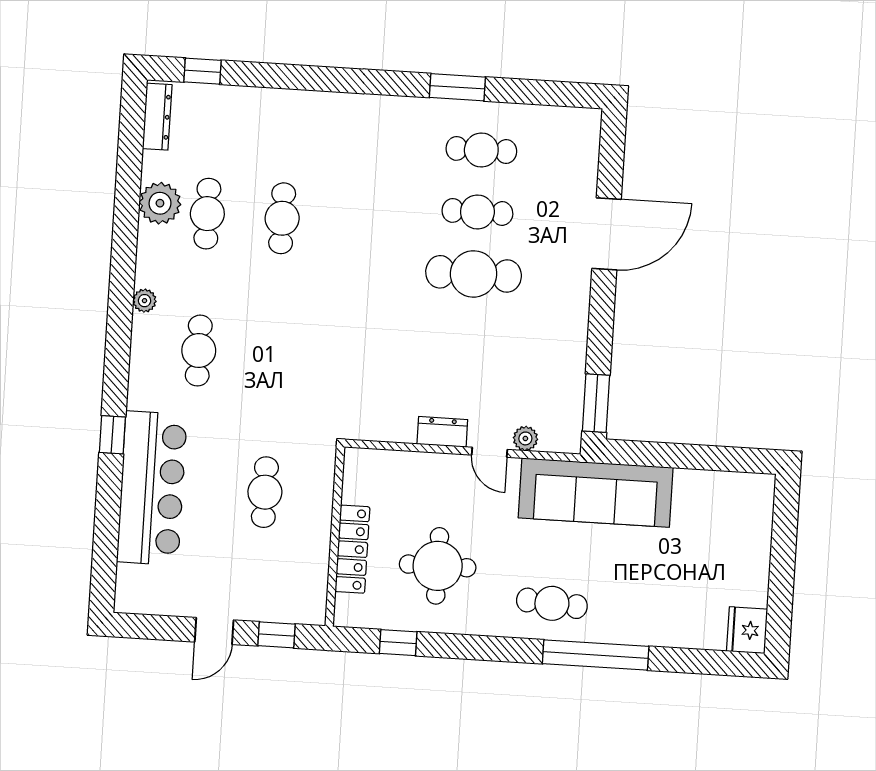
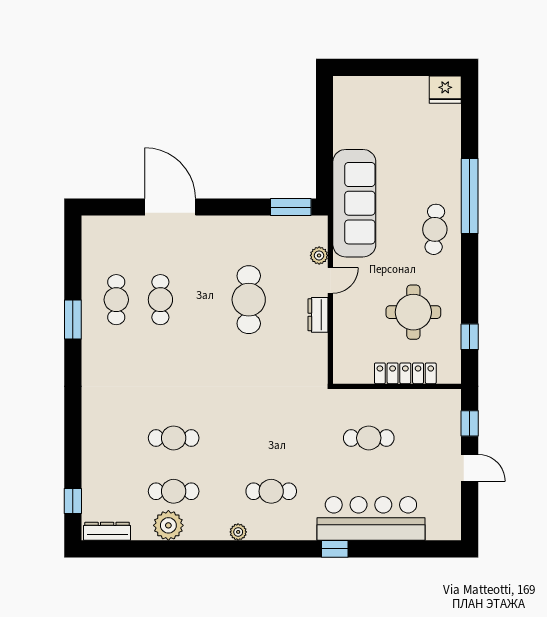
cafe table: (474, 274) -> (249, 300), moved

